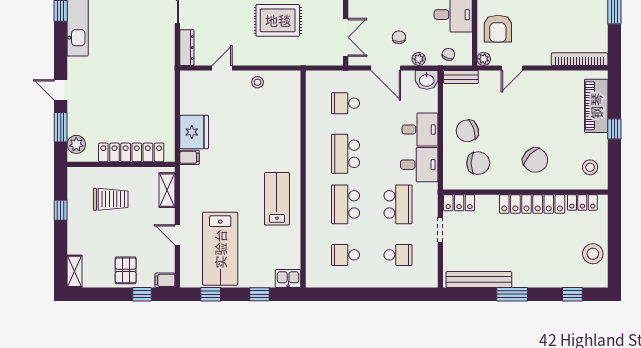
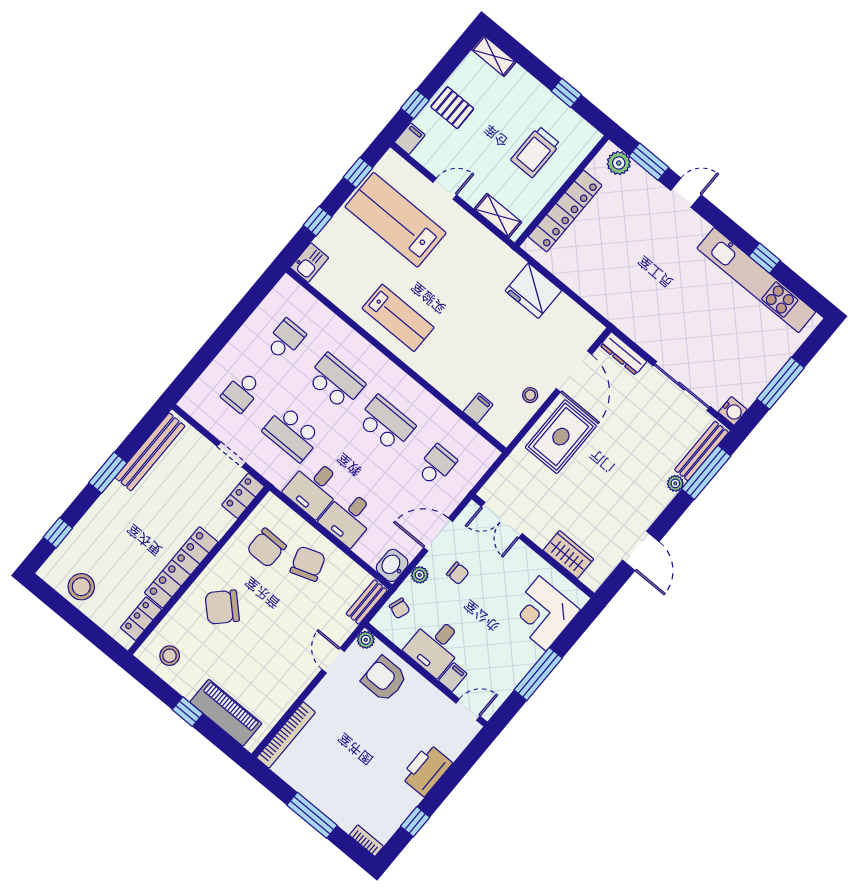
rug: (278, 20) -> (561, 437), moved
door: (222, 68) -> (574, 372), width x1.88
filing cabinet: (189, 157) -> (478, 408), moved, turned 180

